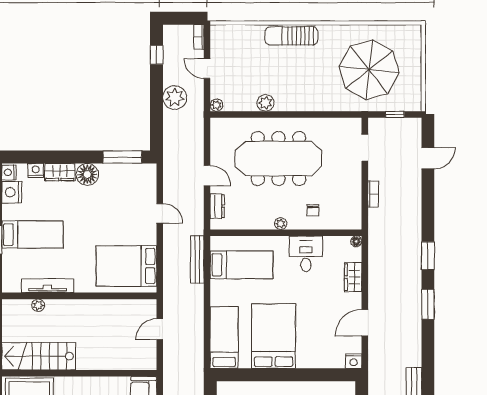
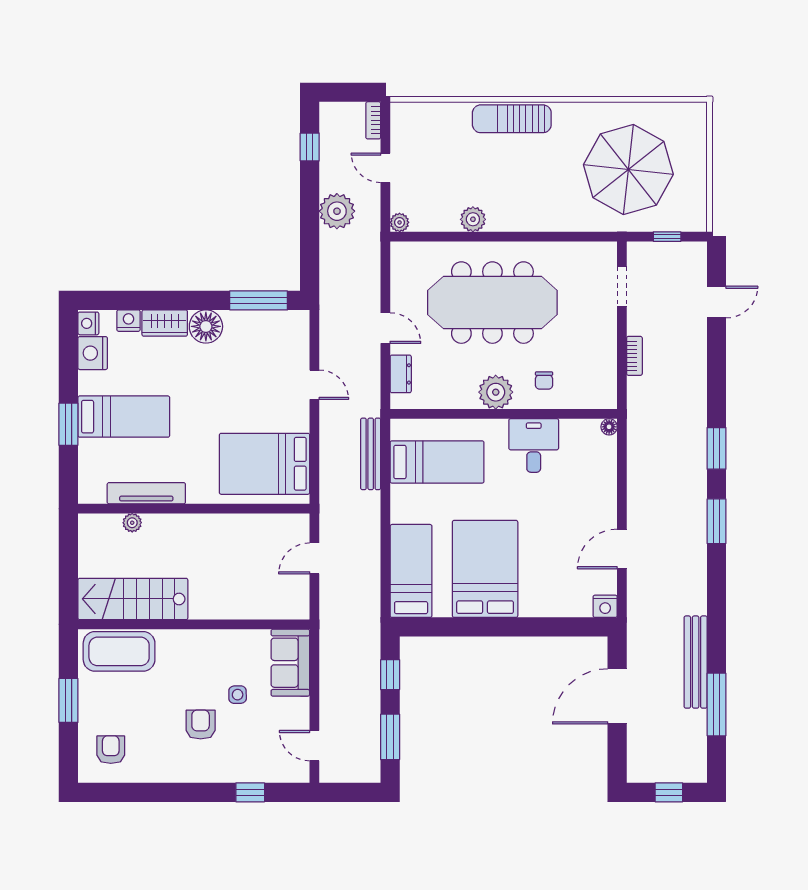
plant: (281, 224) -> (496, 392), width x1.88, depth x1.88
wardrobe: (353, 277) -> (604, 480), removed

